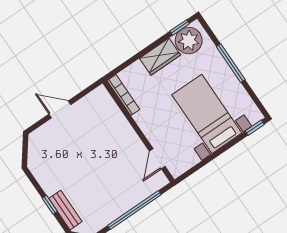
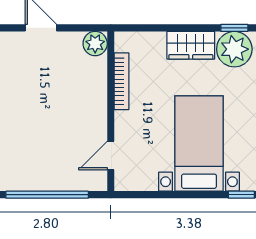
bookcase: (123, 95) -> (122, 81), moved
plant: (100, 96) -> (95, 44), added

